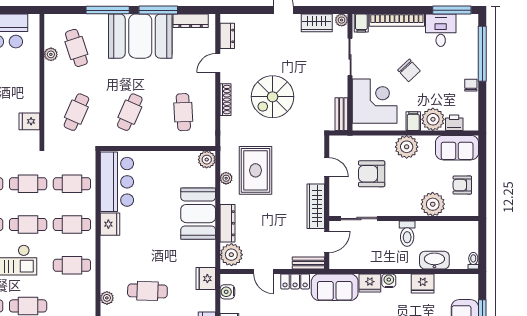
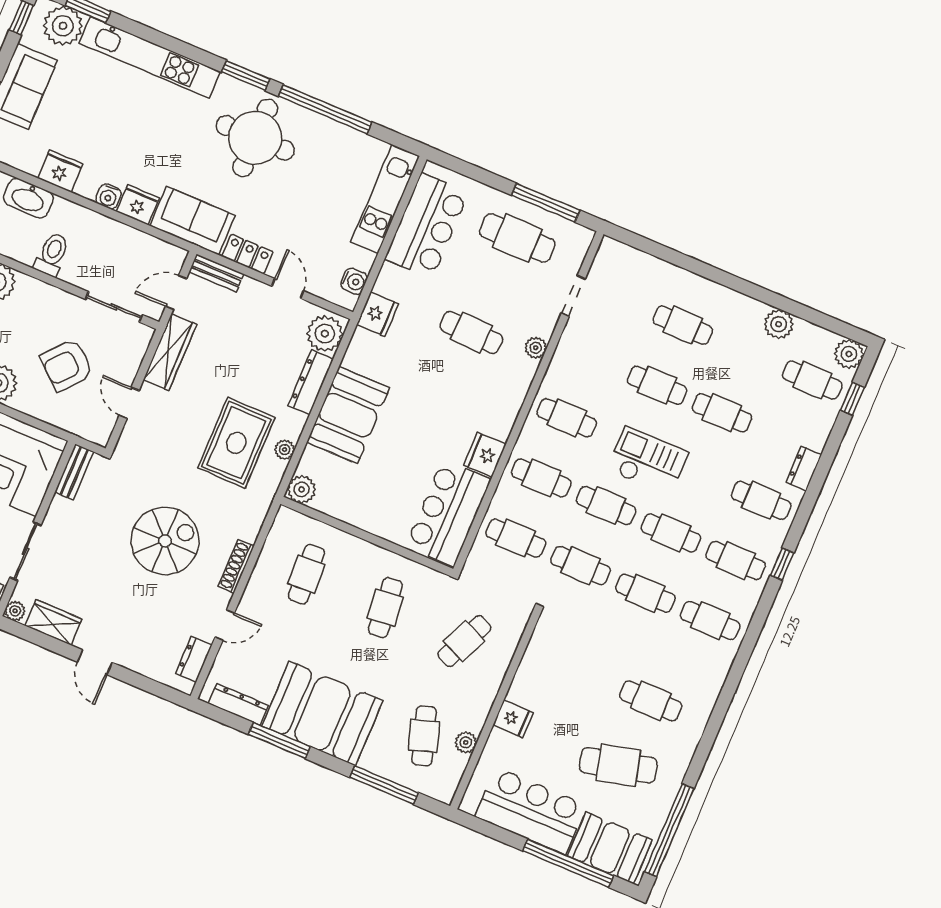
window: (108, 10) -> (384, 785), moved
cafe table: (130, 112) -> (385, 608), turned -30
fridge: (29, 121) -> (513, 719), moved
armchair: (372, 174) -> (67, 365), turned 131

